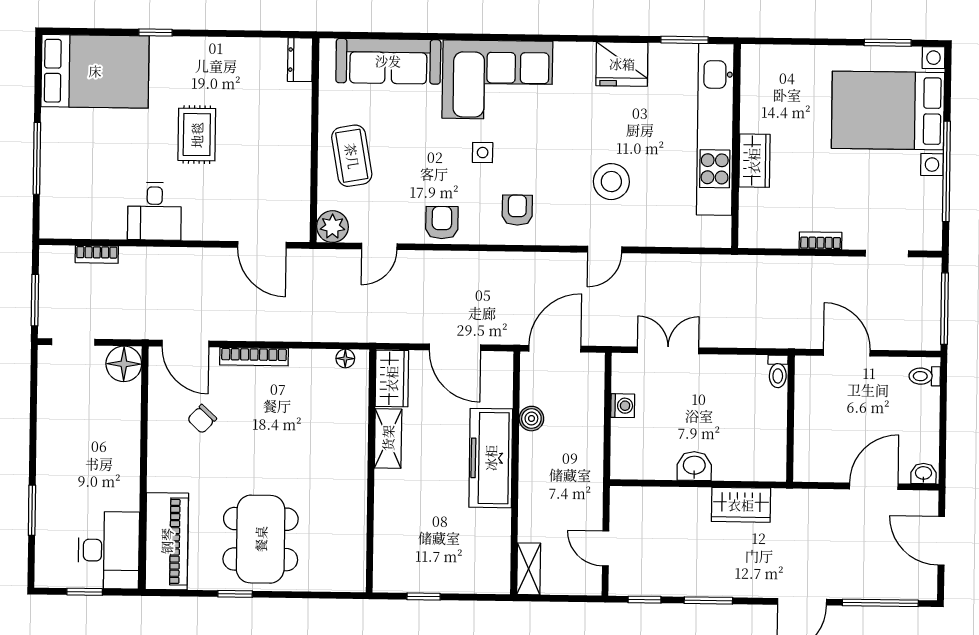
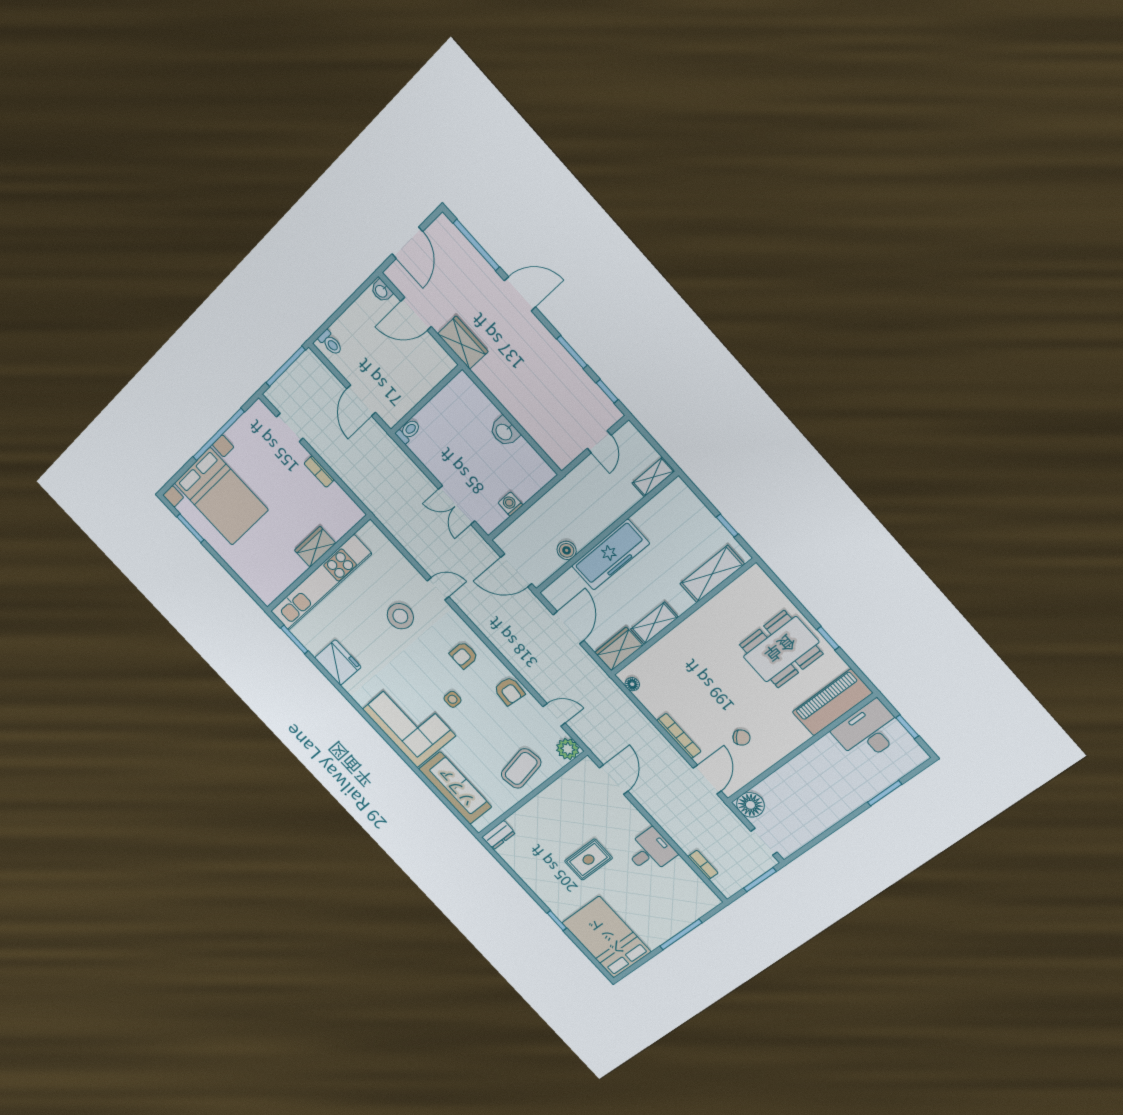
armchair: (442, 223) -> (509, 691), turned -85
wardrobe: (741, 505) -> (463, 343), moved
shelving: (389, 540) -> (712, 574), added

